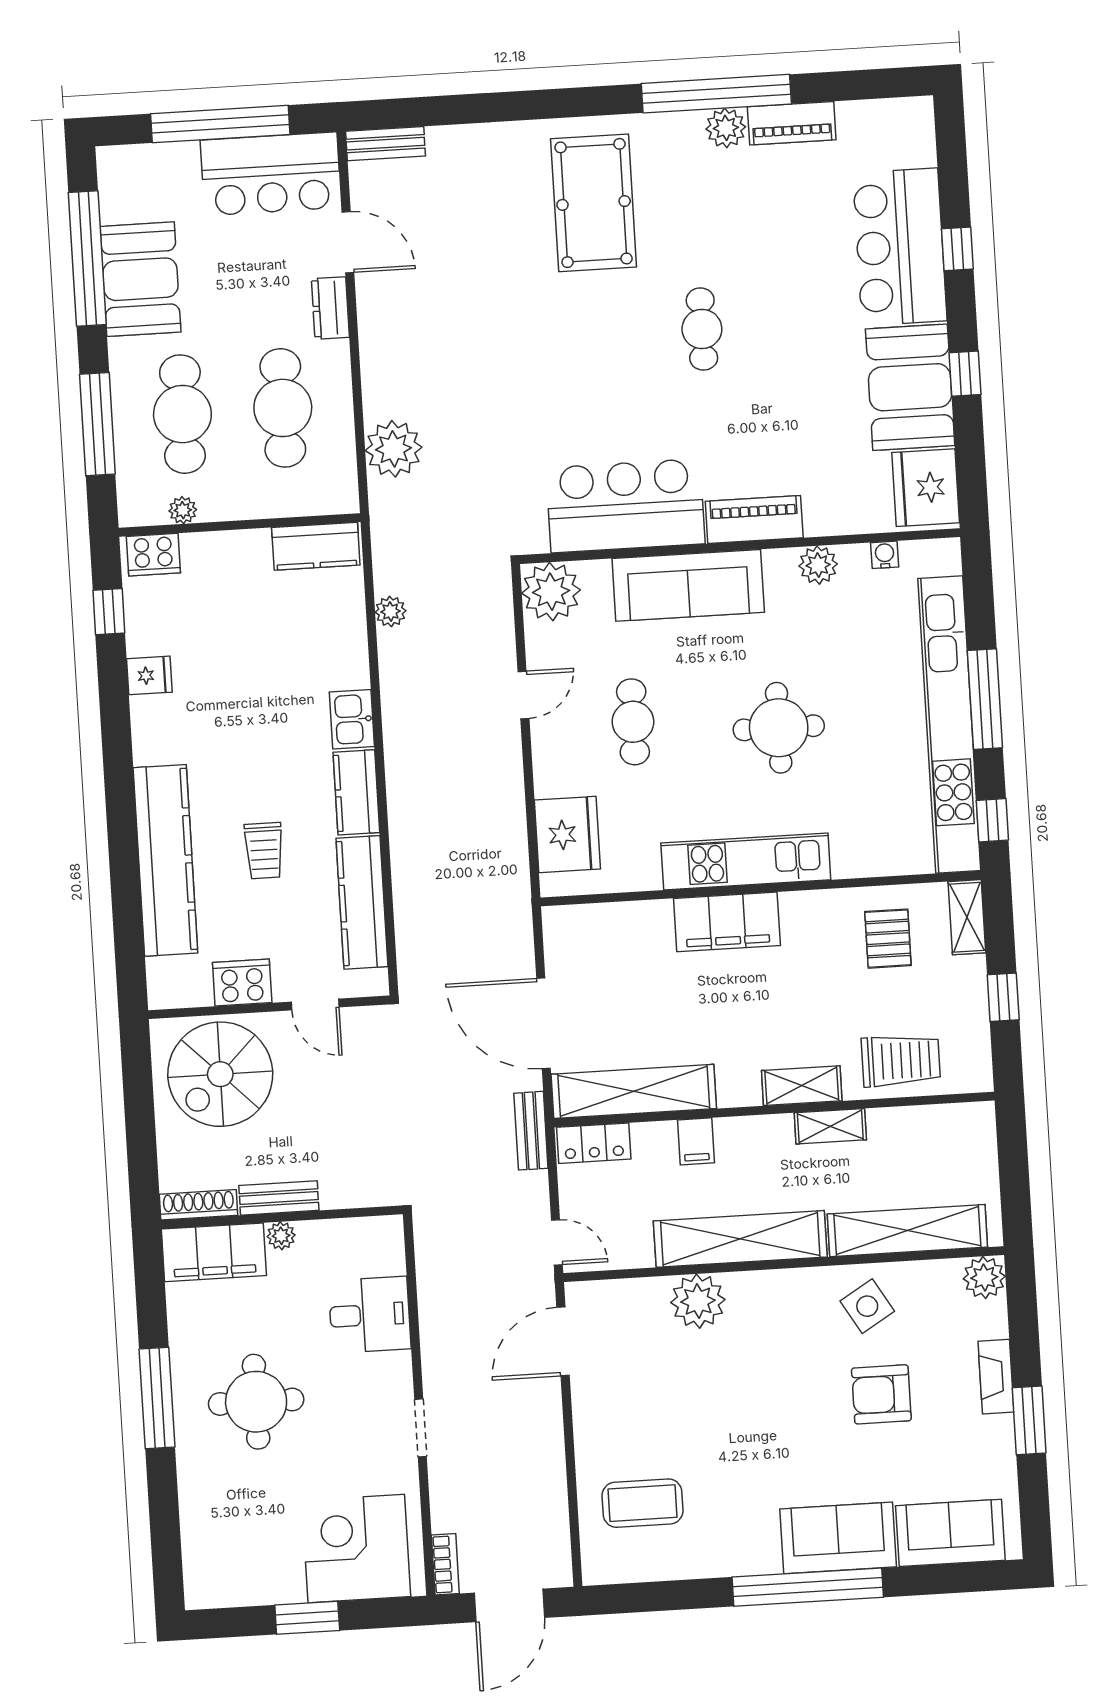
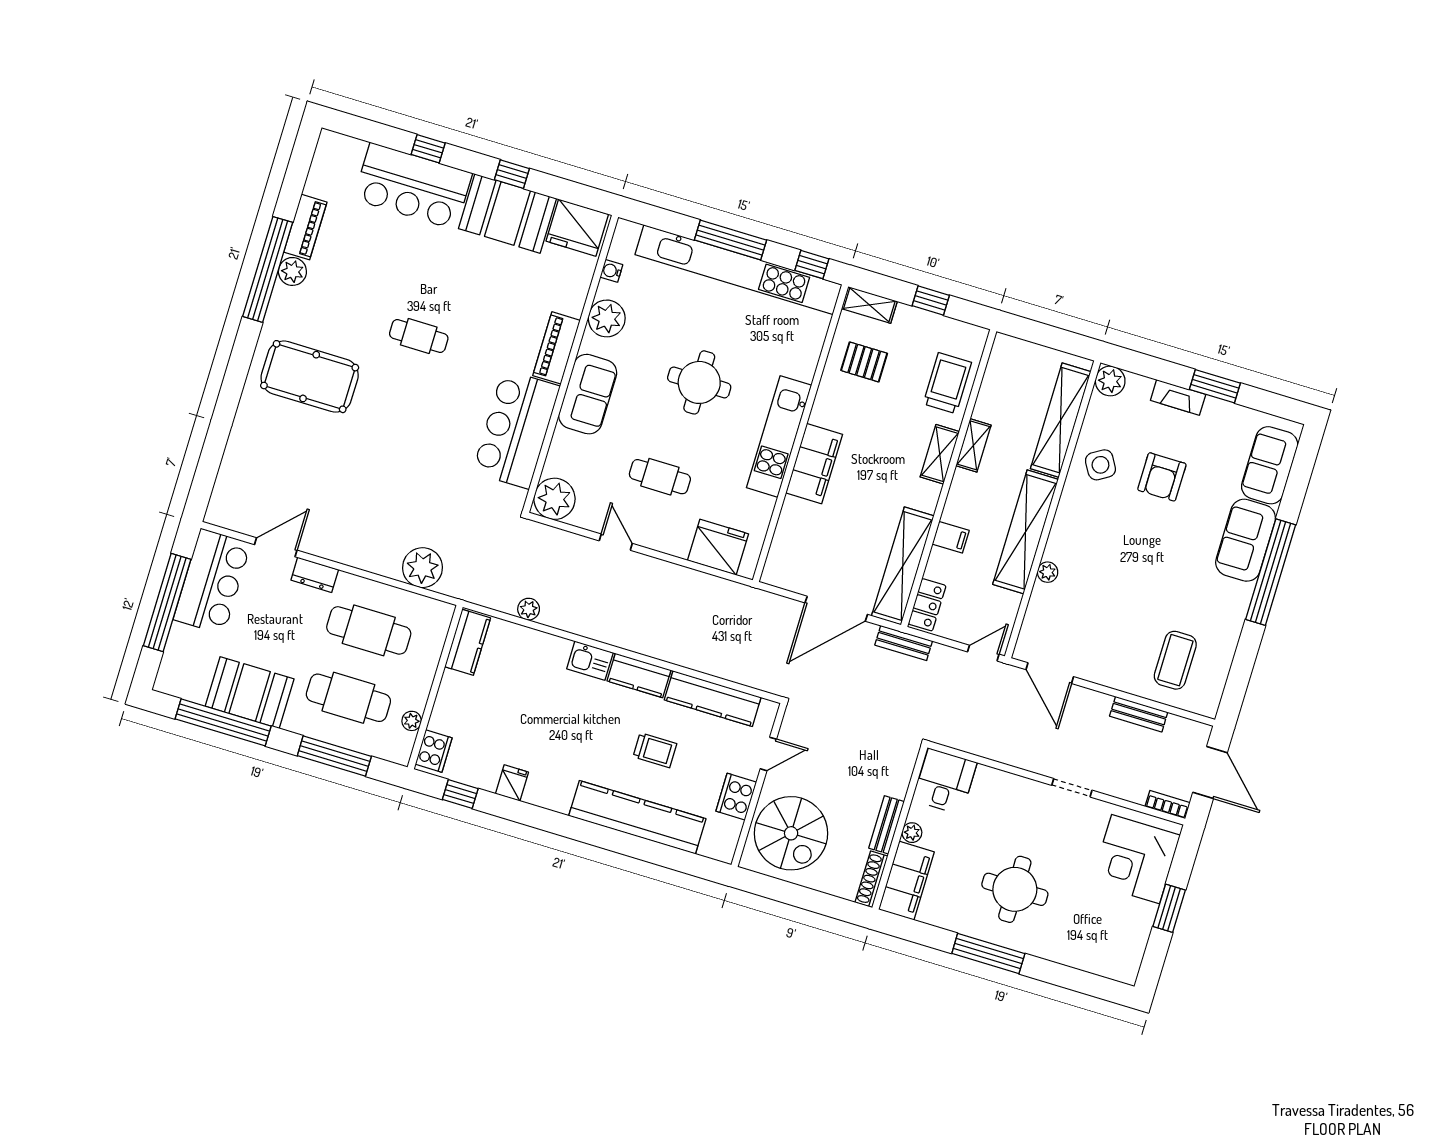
bench: (385, 144) -> (1139, 714), moved, turned 90
plant: (818, 565) -> (607, 318), width x1.36, depth x1.36
sofa: (688, 585) -> (588, 394), width x0.73
plant: (698, 1301) -> (1048, 572), width x0.53, depth x0.53
desk: (370, 1315) -> (945, 781), moved

